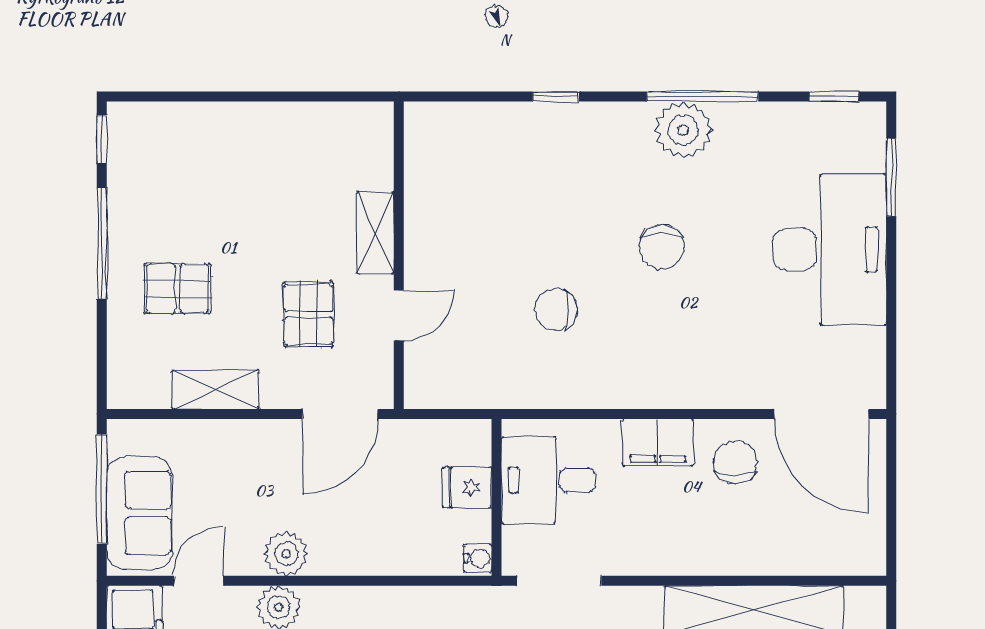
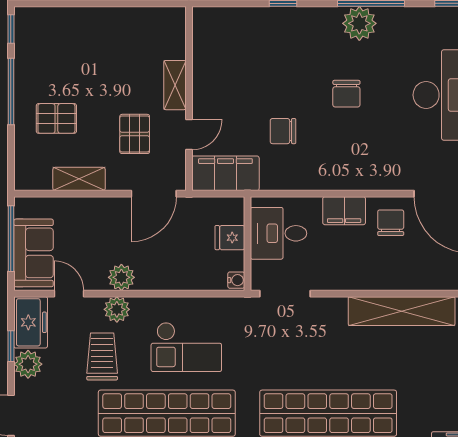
filing cabinet: (460, 380) -> (225, 173), added
door: (199, 581) -> (69, 294), hinge flipped

